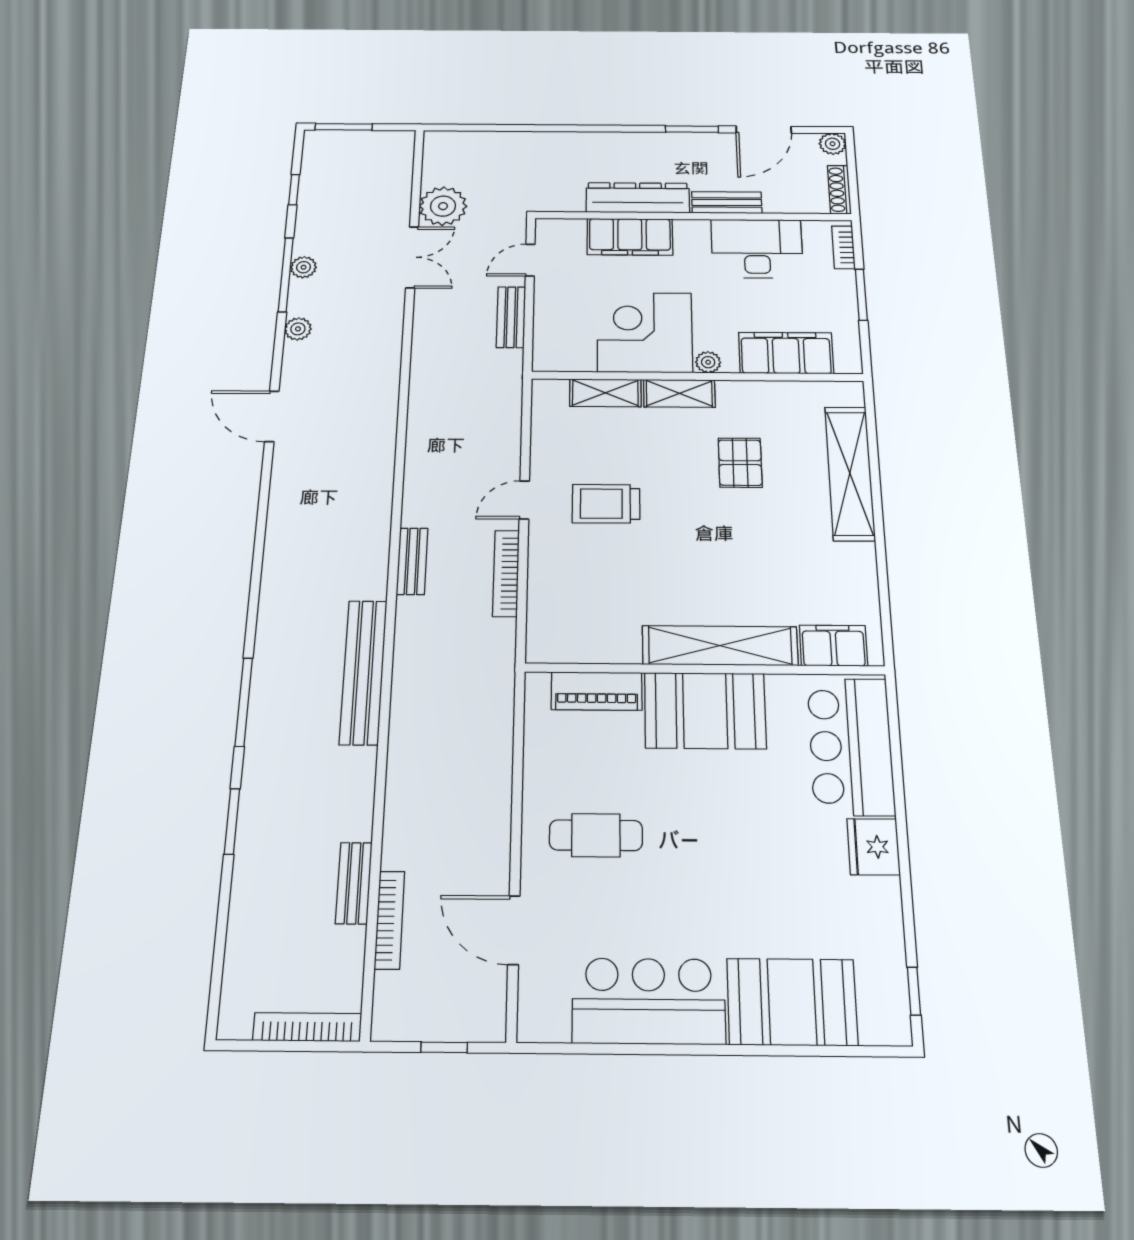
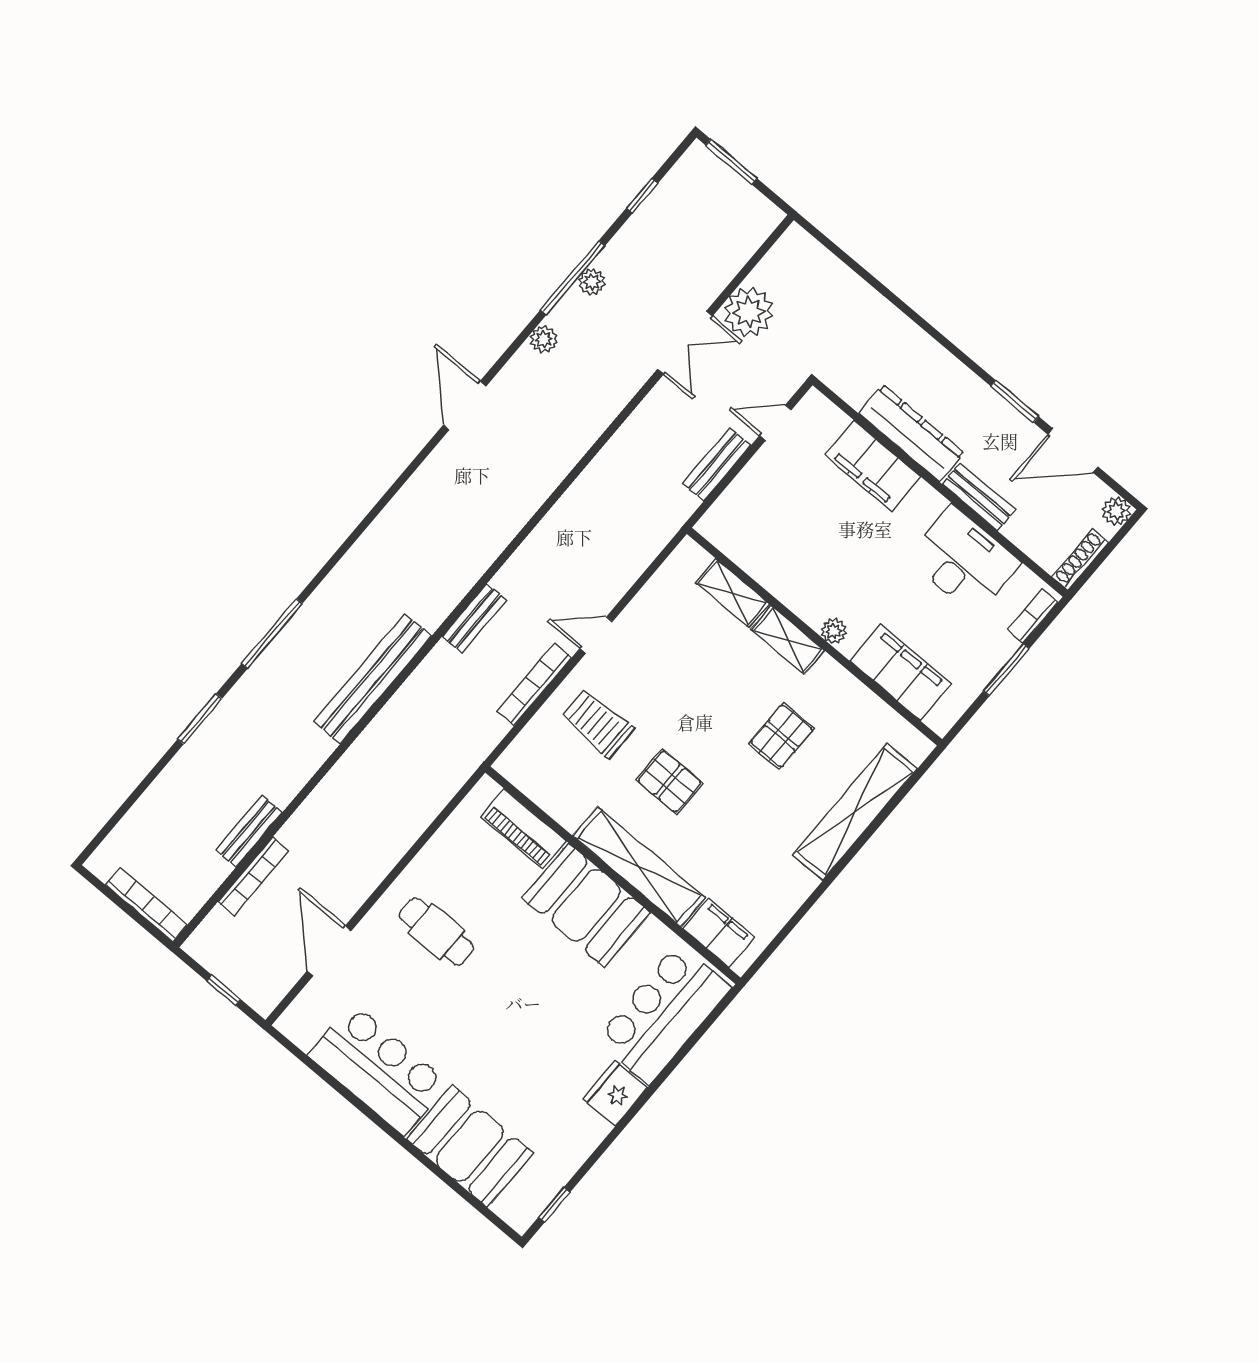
corner desk: (645, 332) -> (808, 564), removed
trolley: (606, 504) -> (597, 723), moved
pallet: (684, 562) -> (669, 782), added

